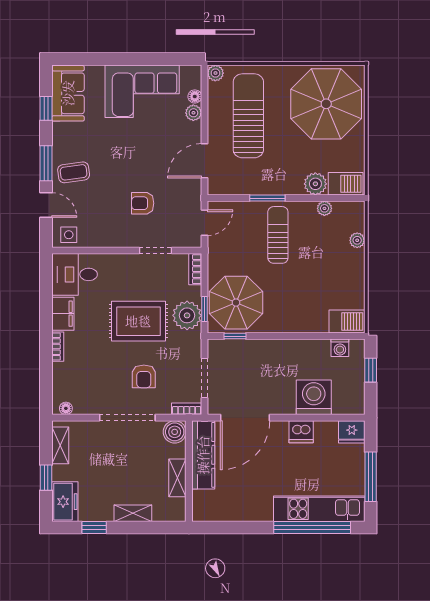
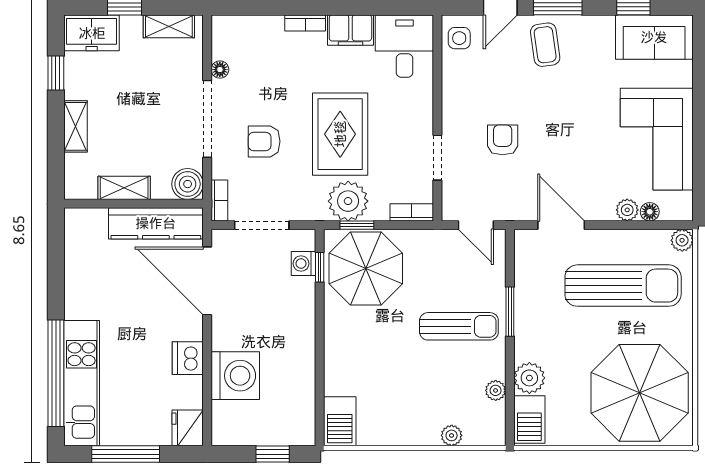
washing machine: (340, 348) -> (303, 264), moved
floor lamp: (66, 408) -> (220, 70), moved

